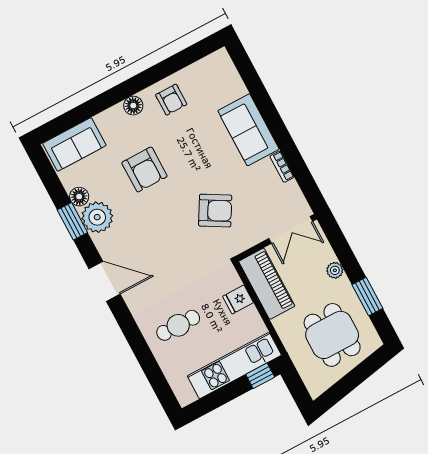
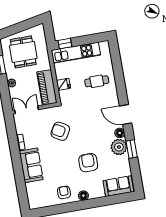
floor lamp: (79, 197) -> (120, 133), moved

